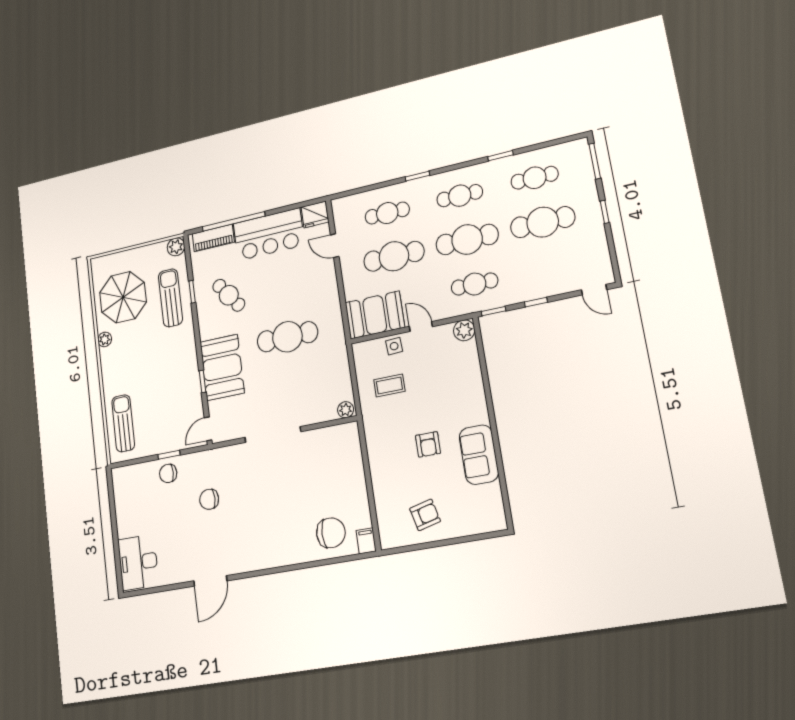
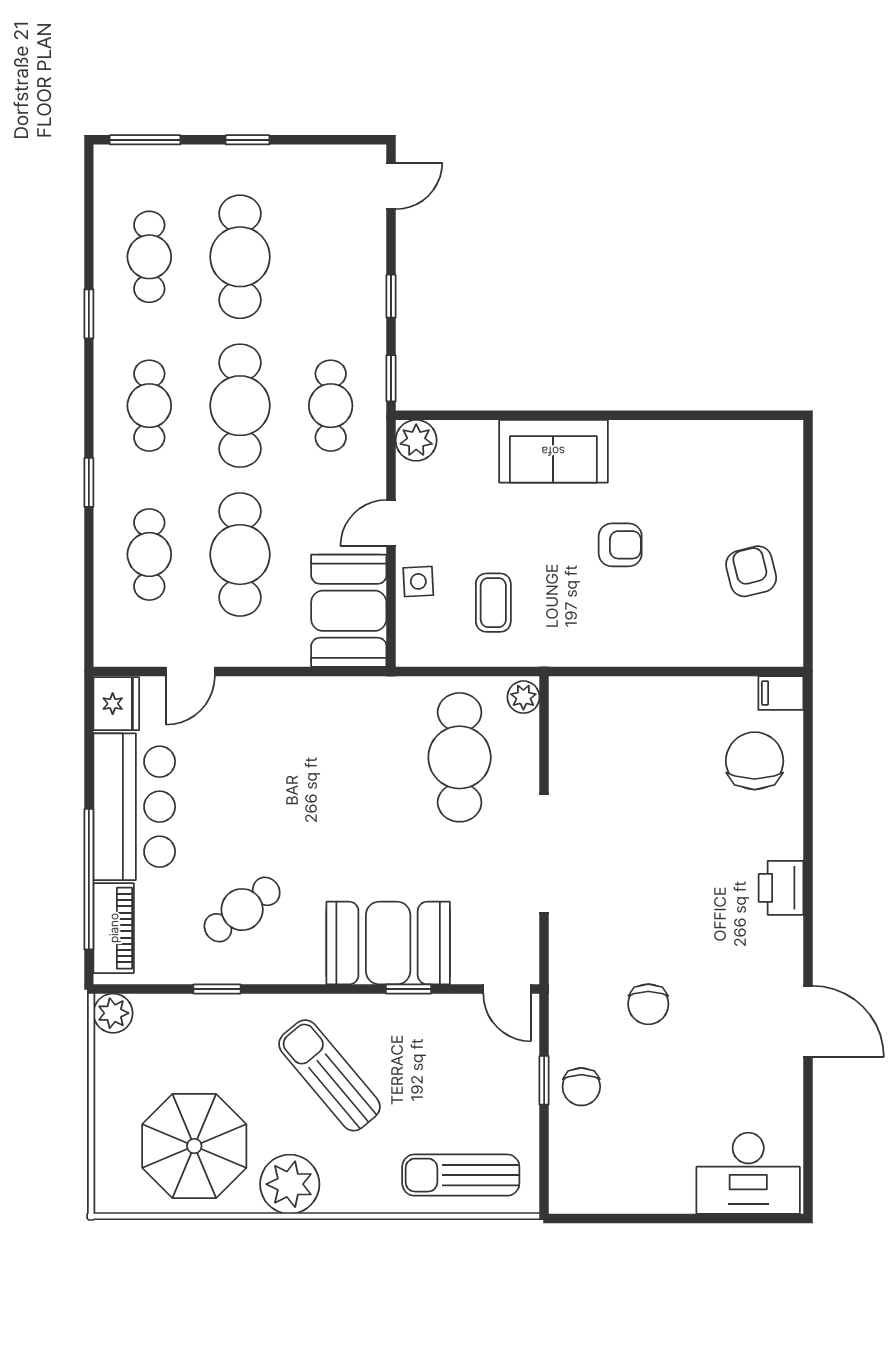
sun lounger: (170, 298) -> (329, 1075), moved, turned 50
cafe table: (287, 337) -> (460, 757), moved
plant: (105, 339) -> (290, 1184), width x1.87, depth x1.87
sofa: (479, 455) -> (553, 451), moved
printer: (271, 557) -> (781, 888), added

